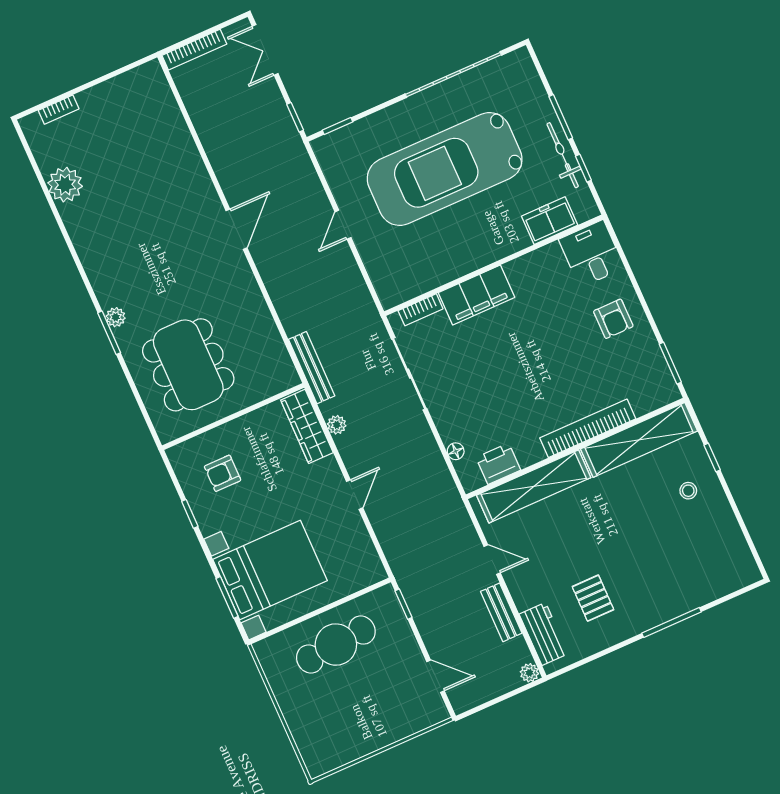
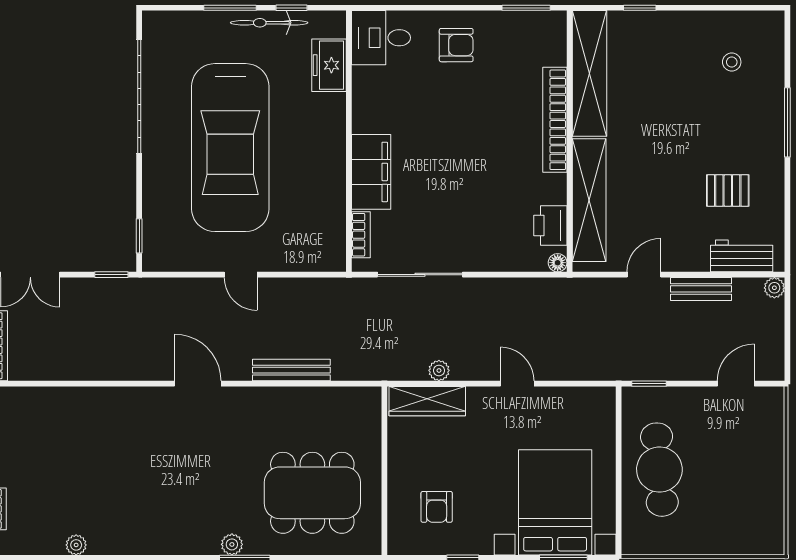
plant: (65, 185) -> (76, 545), width x0.53, depth x0.53
bench: (312, 368) -> (291, 370), moved
floor lamp: (456, 451) -> (558, 263), moved
stool: (688, 491) -> (732, 62), moved

